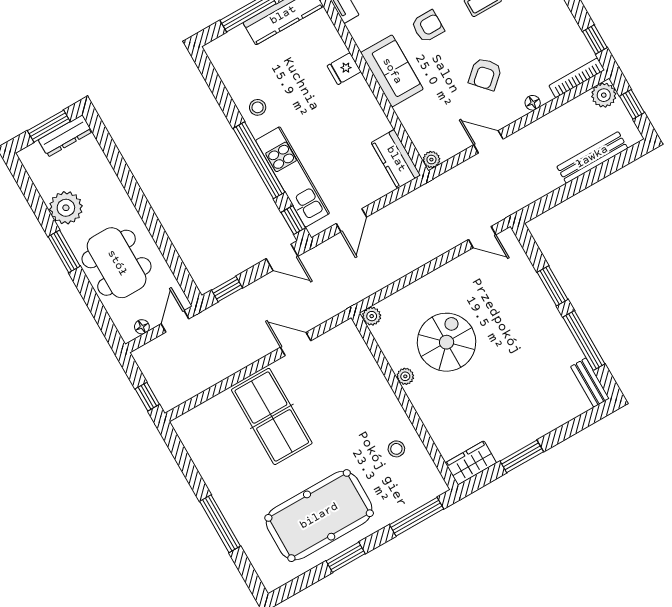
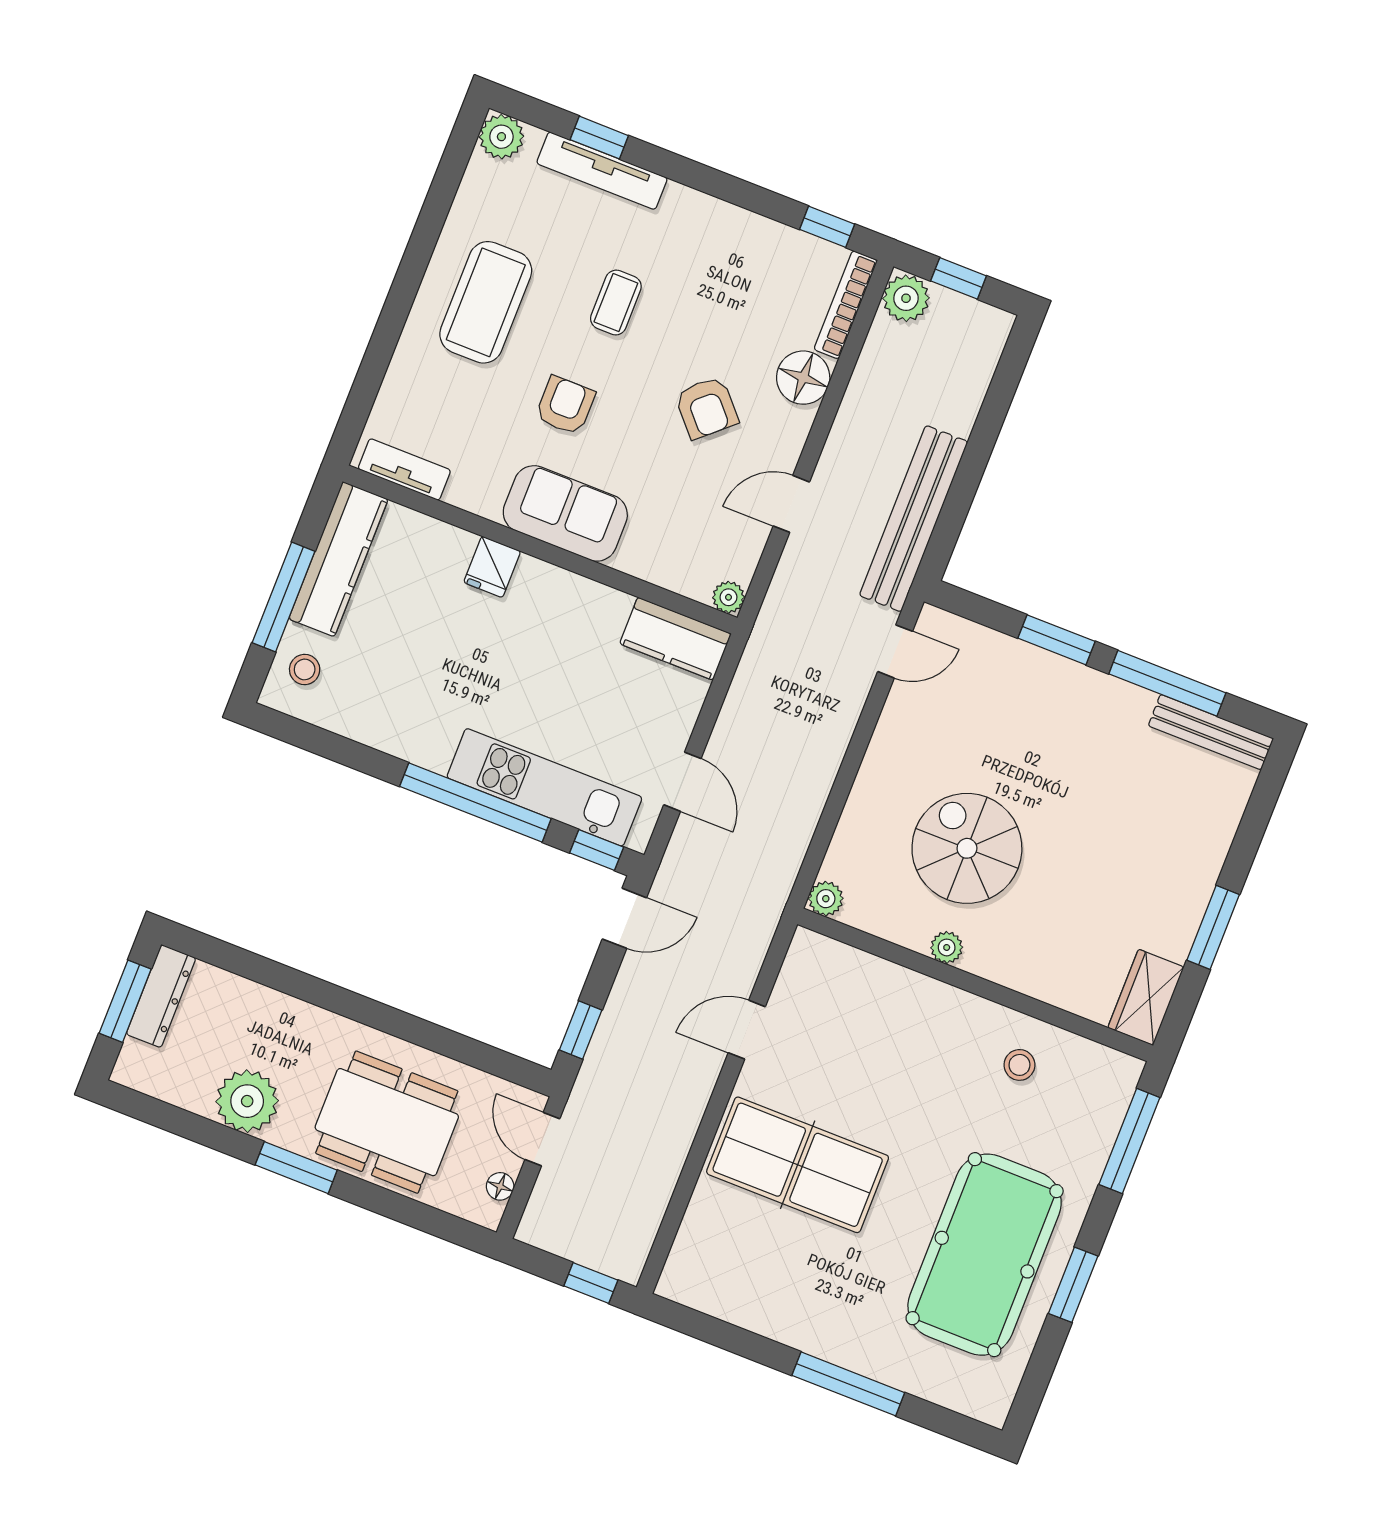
floor lamp: (533, 103) -> (803, 378), width x1.89, depth x1.89
stool: (258, 107) -> (305, 669), moved
bench: (592, 157) -> (914, 519), moved, width x1.37, depth x1.21
bench: (590, 383) -> (1211, 732), width x1.36

